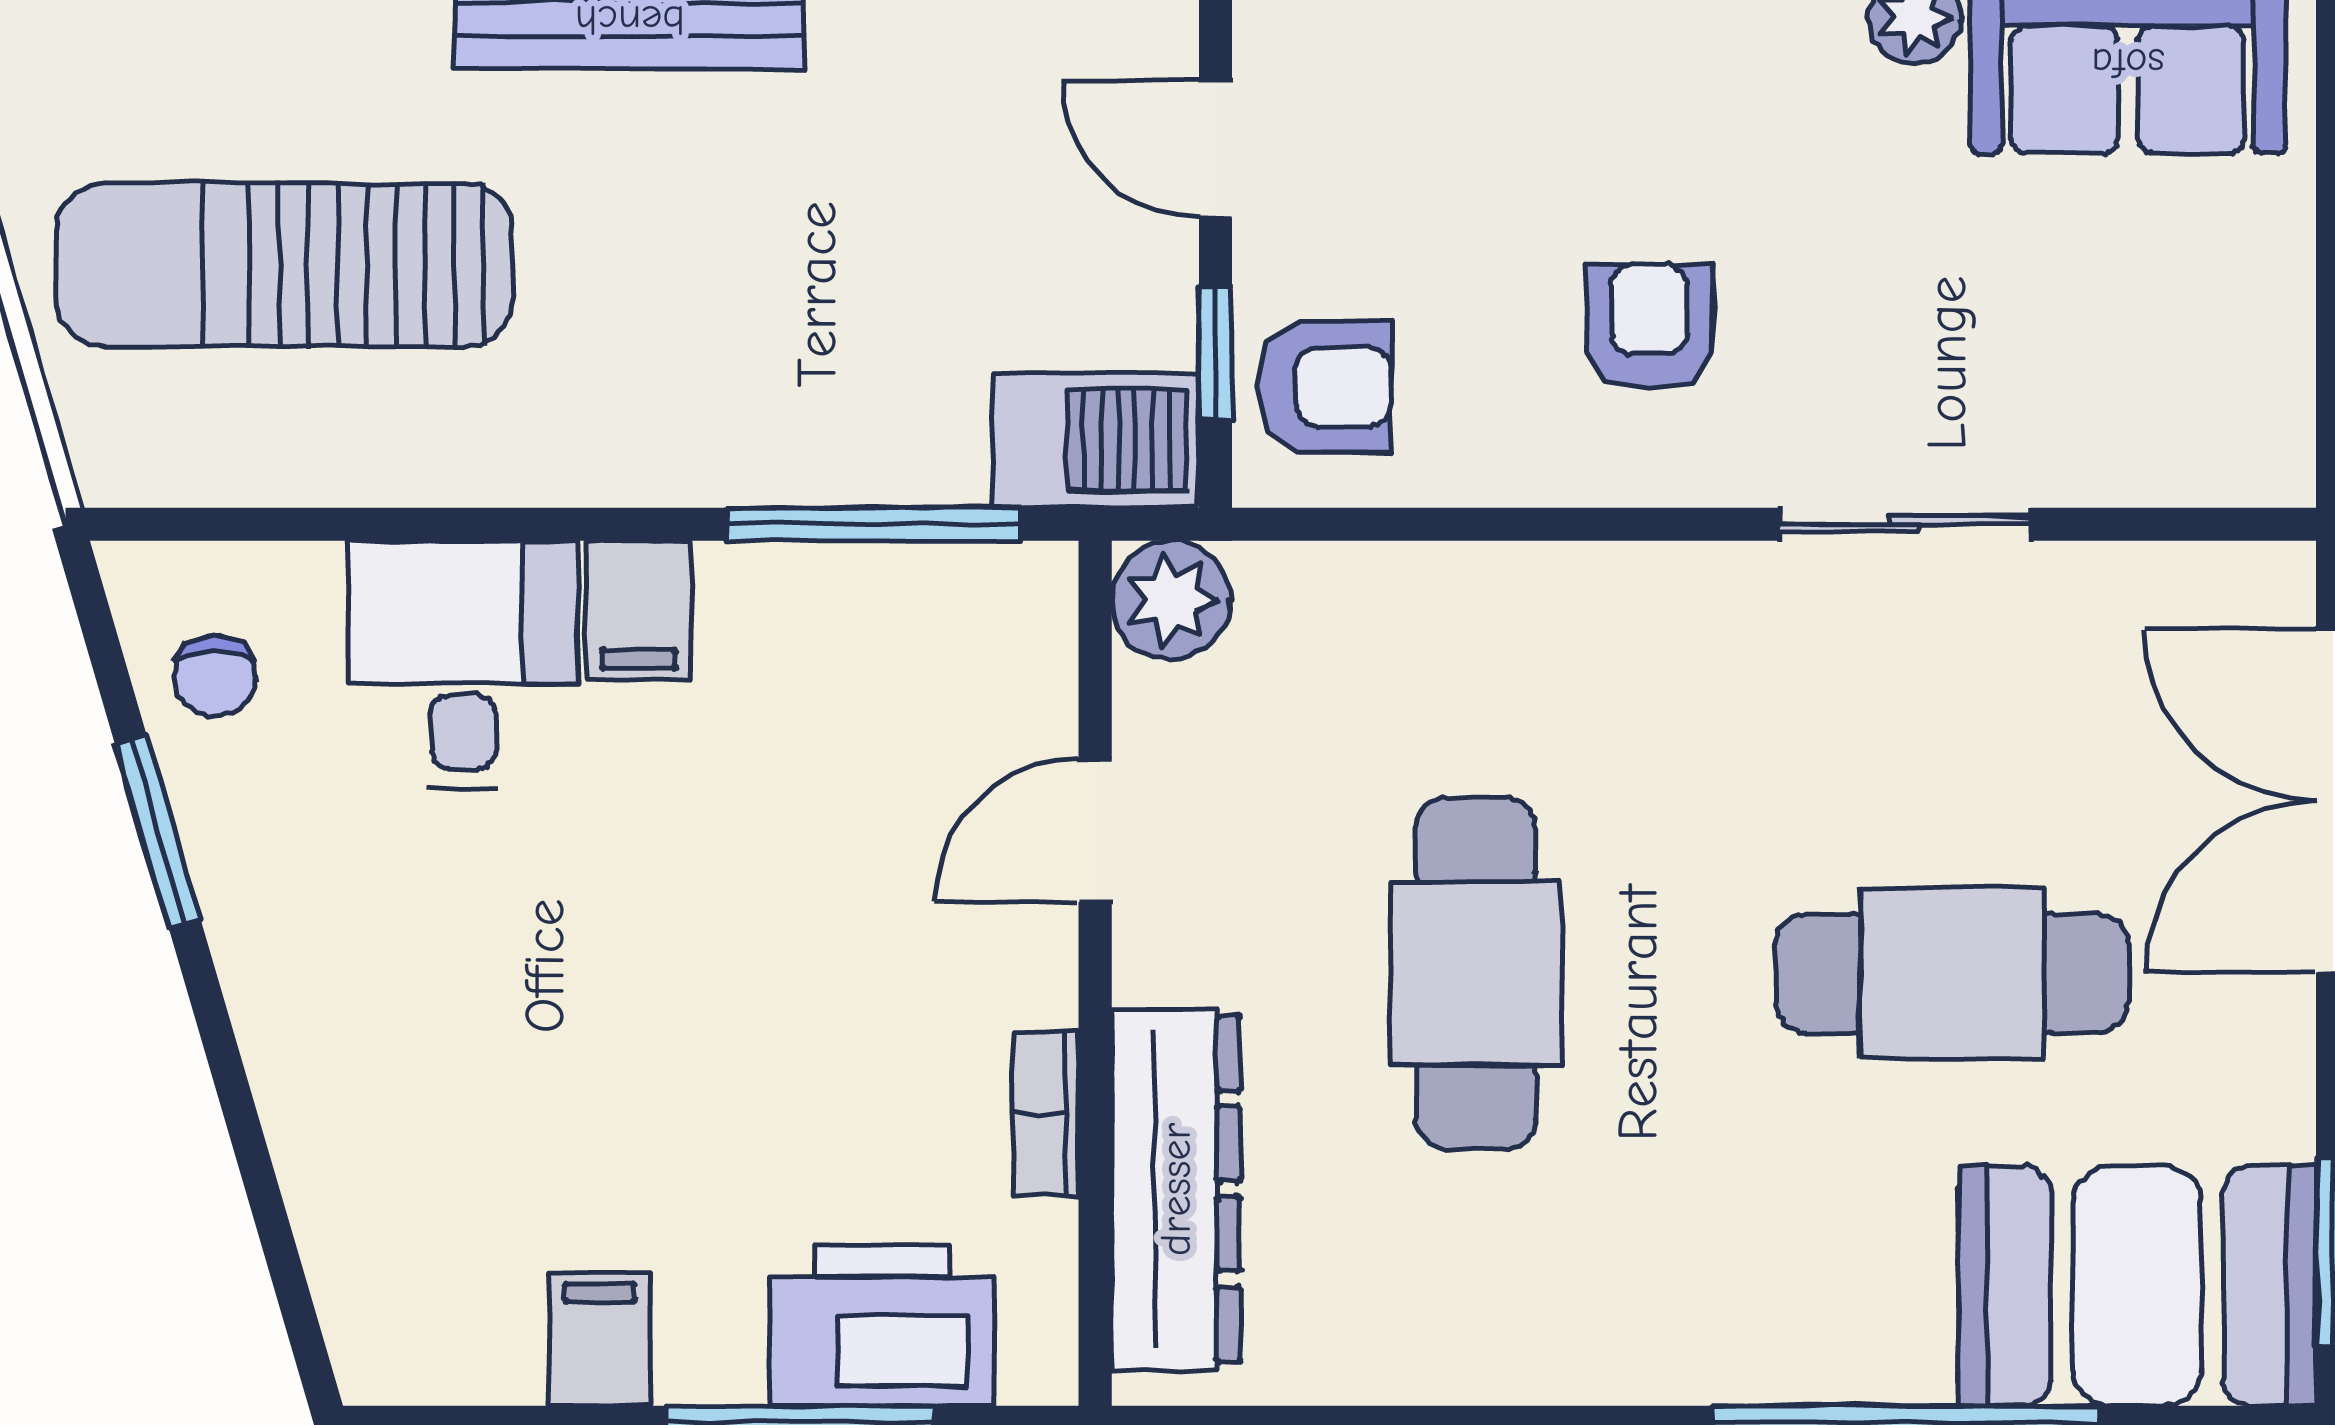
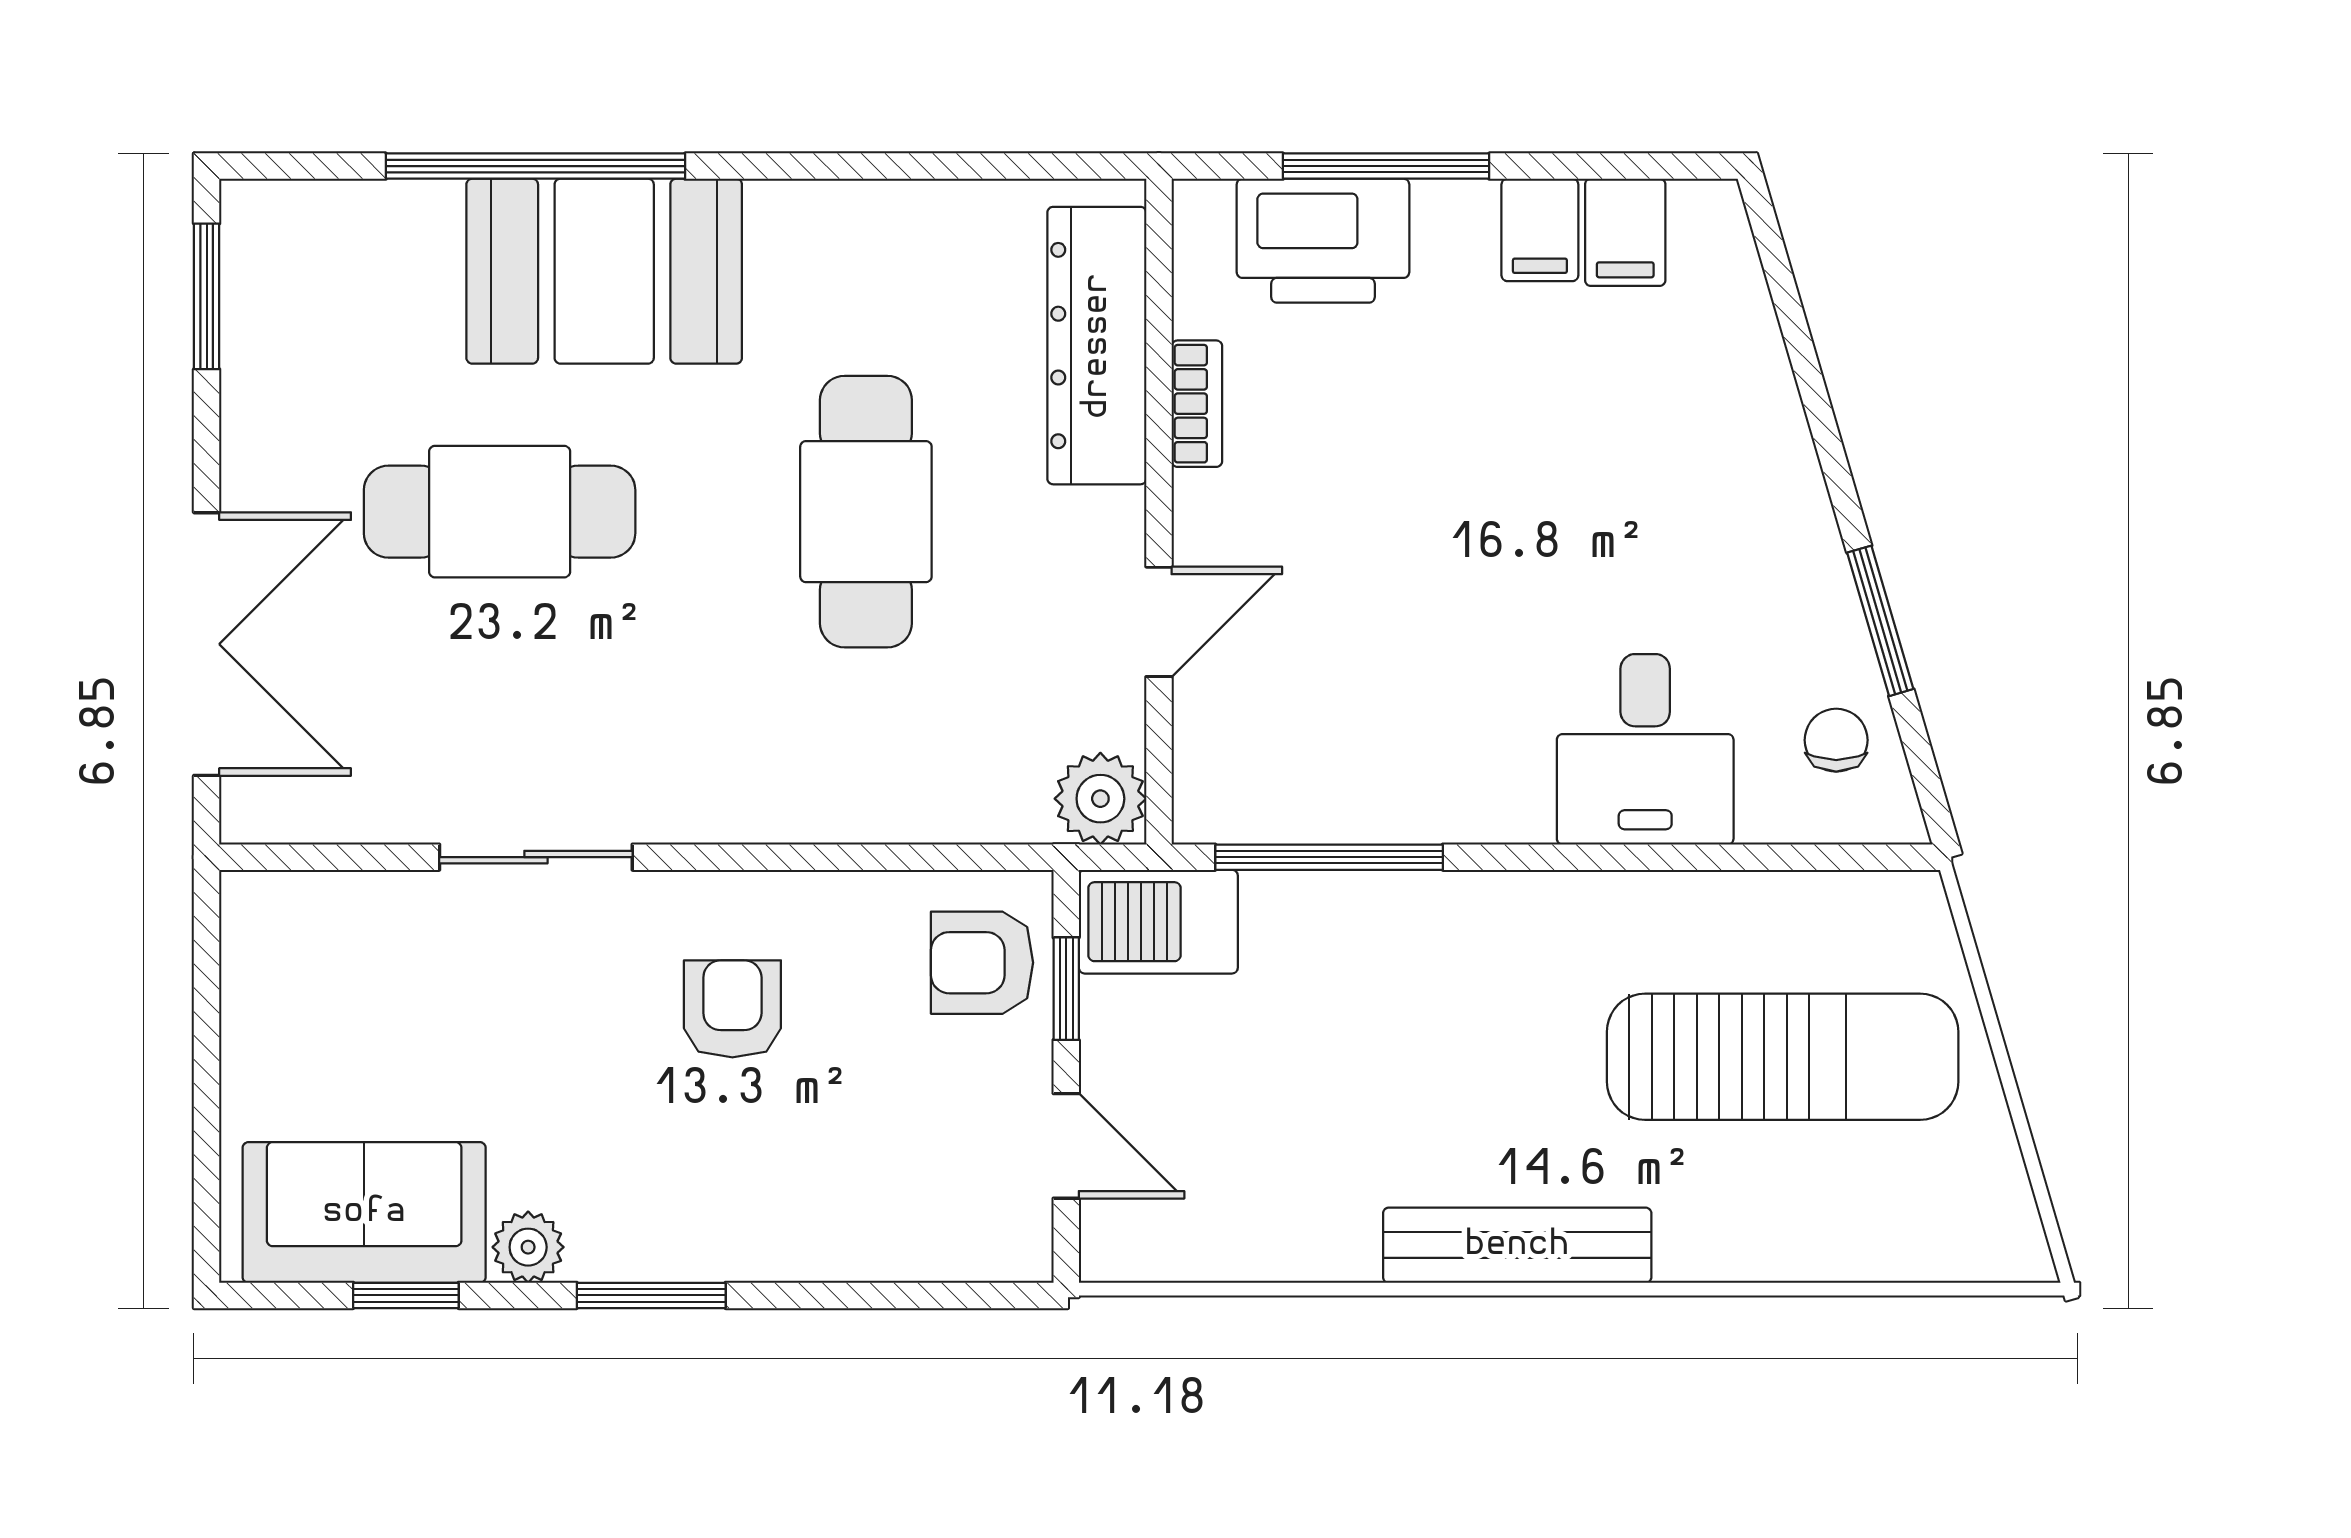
armchair: (1649, 327) -> (732, 1009), turned 180
filing cabinet: (639, 610) -> (1625, 232), moved, turned 180
booth: (2137, 1286) -> (604, 271), moved

